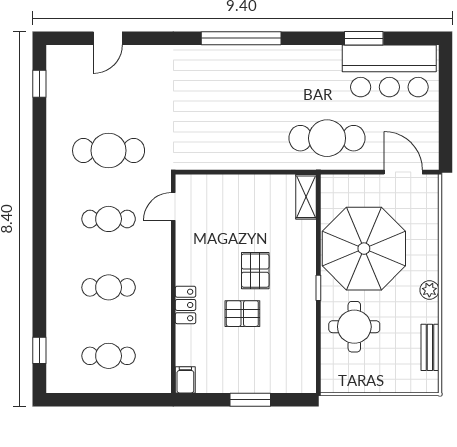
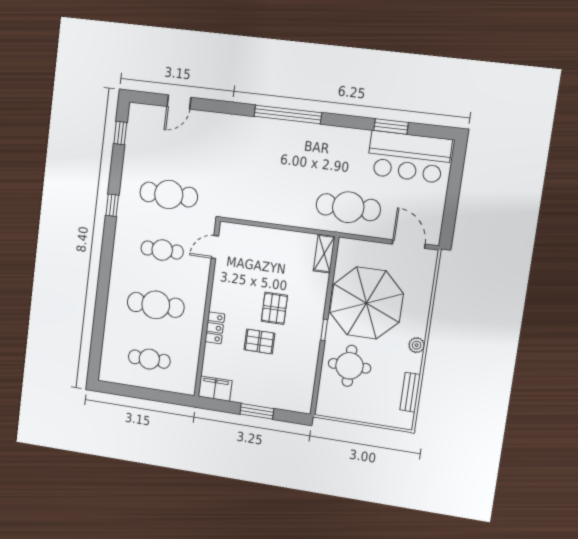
cafe table: (109, 287) -> (156, 305), width x1.37, depth x1.35
window: (39, 350) -> (112, 205), moved
filing cabinet: (185, 380) -> (215, 389), width x2.00

